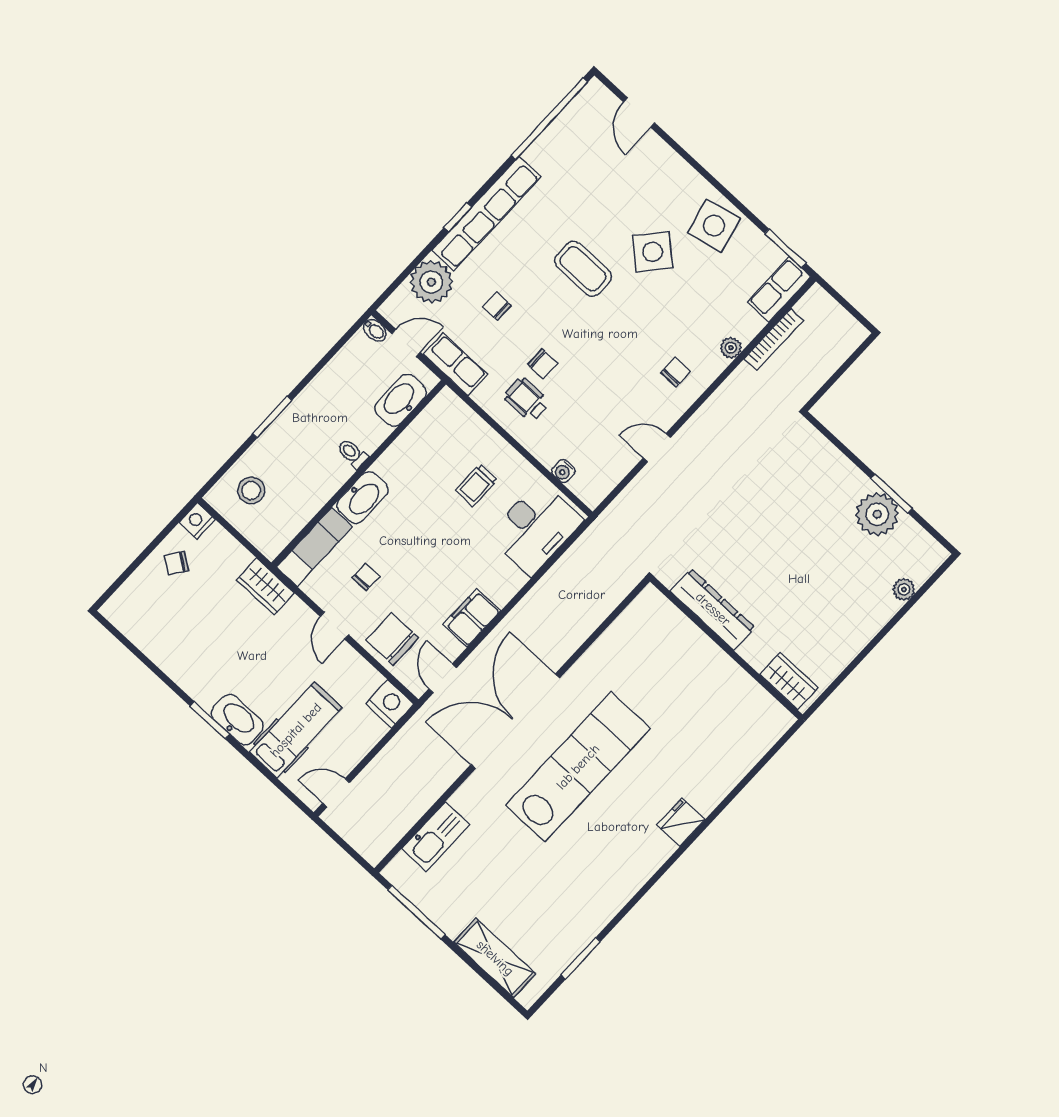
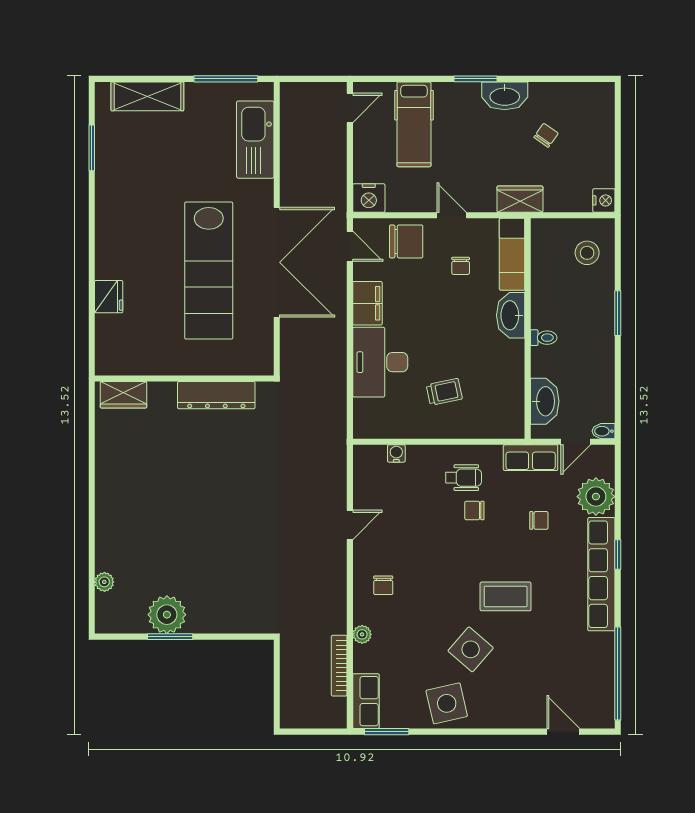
trolley: (476, 485) -> (444, 392), turned 78
desk: (535, 528) -> (380, 362), moved
chair: (176, 563) -> (546, 135), moved
dresser: (713, 609) -> (216, 395), moved
wall: (726, 648) -> (184, 378), moved
wardrobe: (789, 681) -> (123, 395), moved
washbasin: (237, 720) -> (505, 96), moved
kitchen sink: (436, 837) -> (255, 140), width x1.36, depth x1.24

